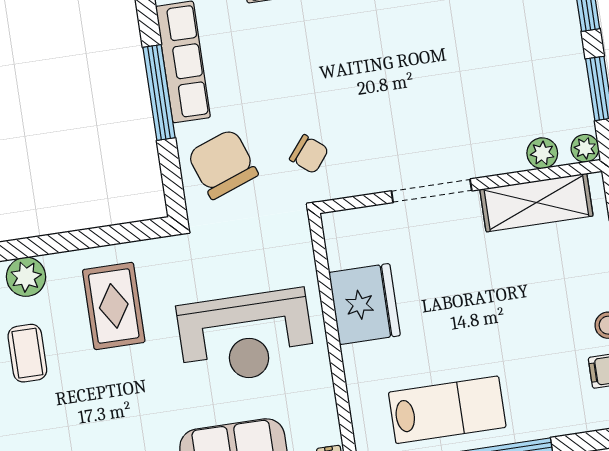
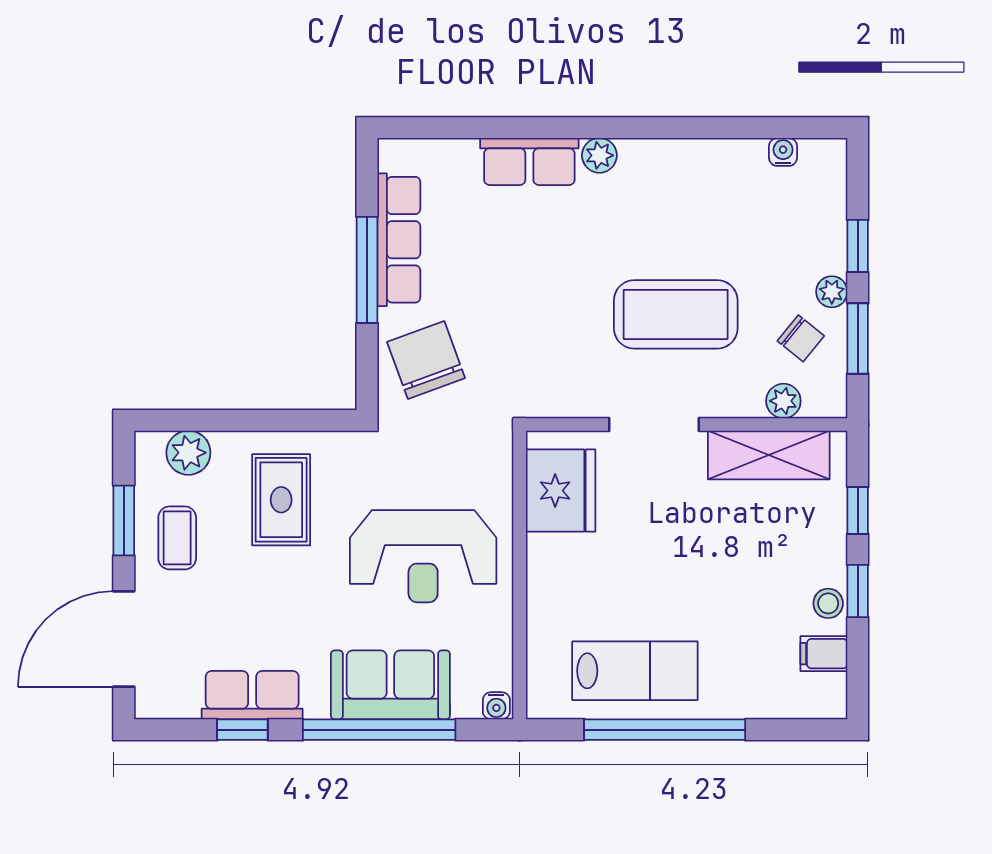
coffee table: (436, 91) -> (676, 314), added
plant: (585, 148) -> (832, 292), moved
chair: (309, 154) -> (801, 338), moved
fridge: (365, 304) -> (561, 491), moved

